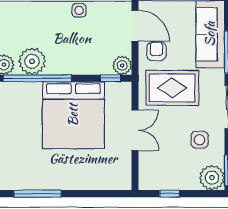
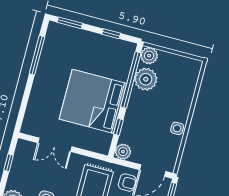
window: (111, 78) -> (118, 127), moved
double door: (135, 130) -> (55, 145), moved

